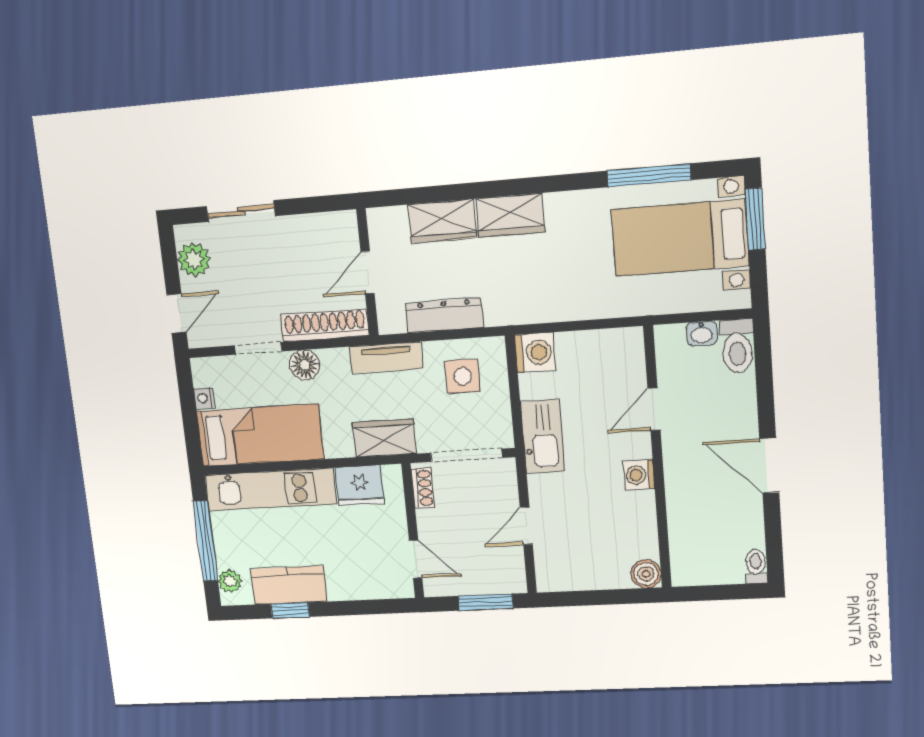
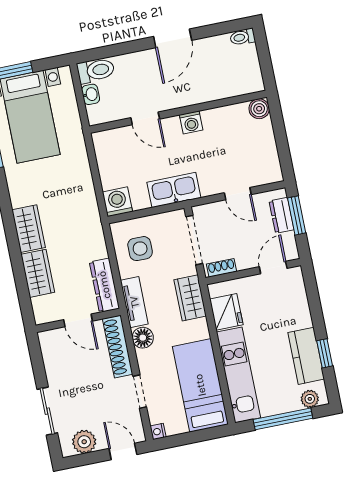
dresser: (445, 315) -> (104, 285), moved
floor lamp: (305, 365) -> (143, 338), moved
nightstand: (204, 398) -> (158, 431), moved, turned 90
dresser: (488, 582) -> (282, 215), added

